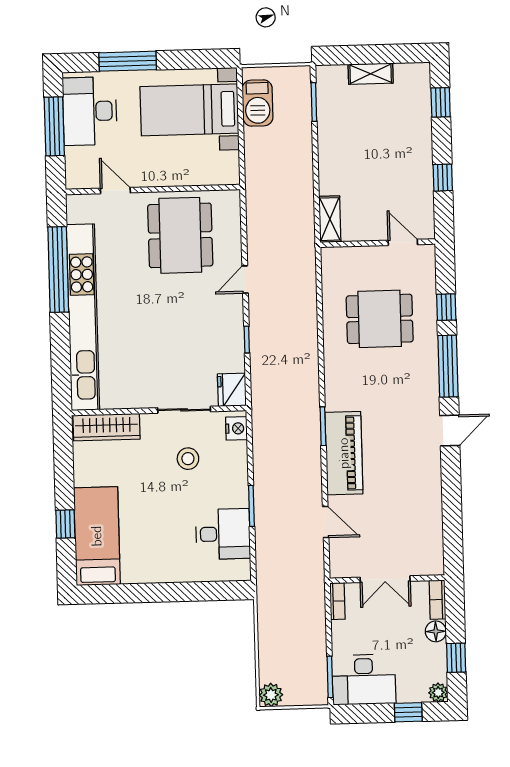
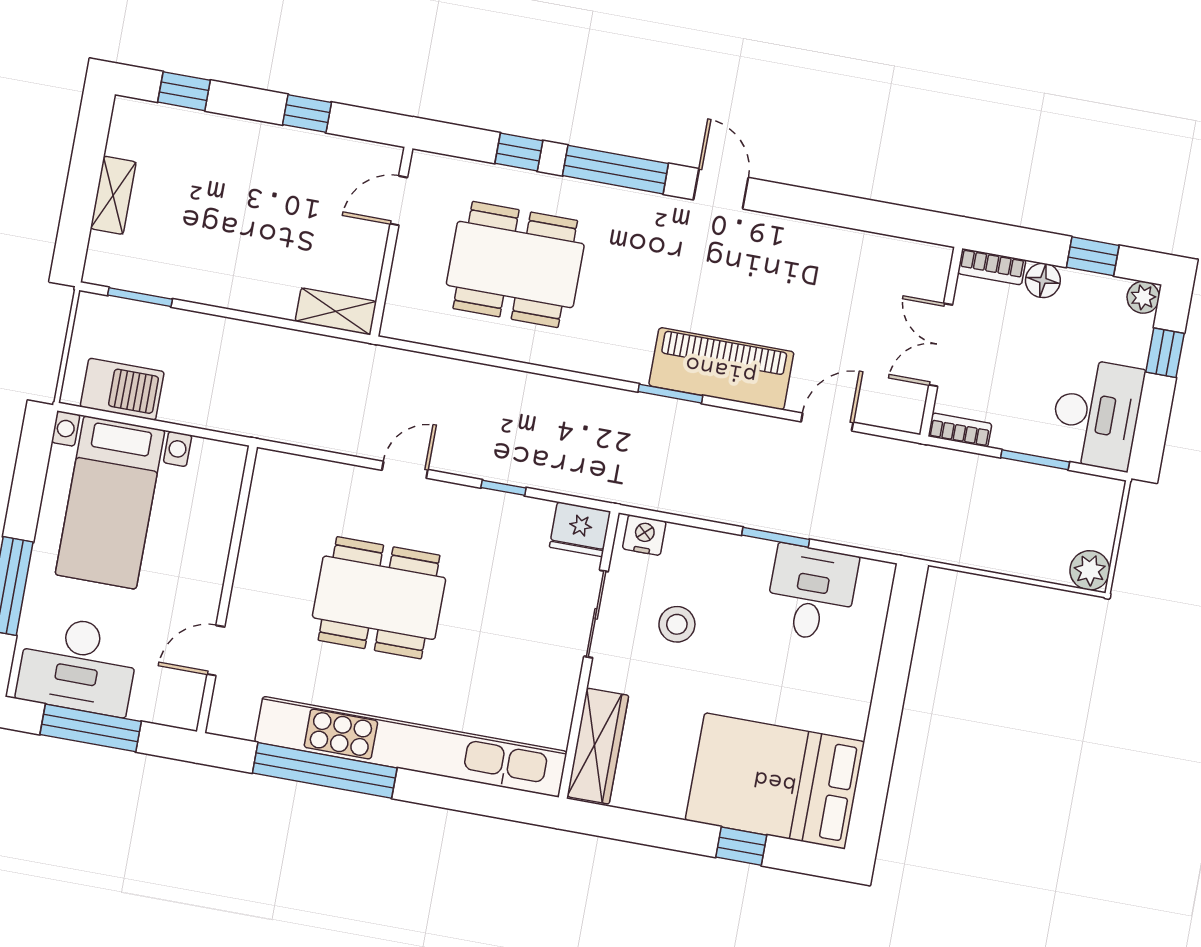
dining table: (180, 235) -> (379, 598), moved
door: (245, 279) -> (405, 470), swing flipped
dining table: (380, 319) -> (515, 264), width x1.37
bed: (97, 536) -> (775, 781), width x1.50
double door: (385, 579) -> (941, 345), swing flipped
window: (330, 677) -> (1035, 460), moved

